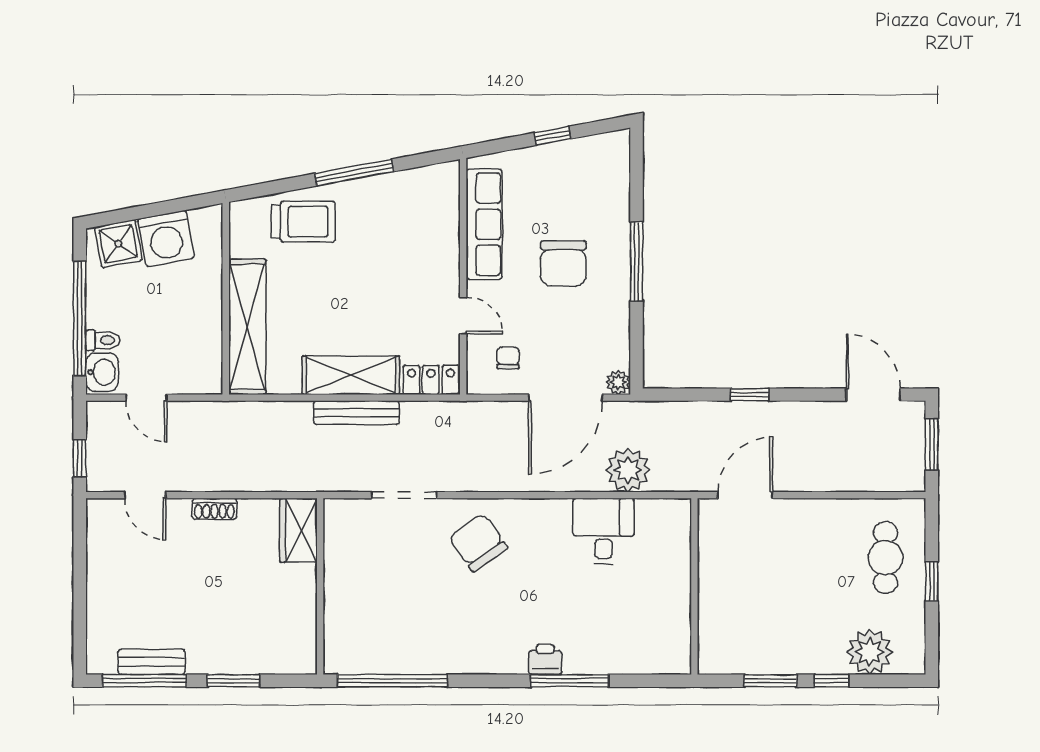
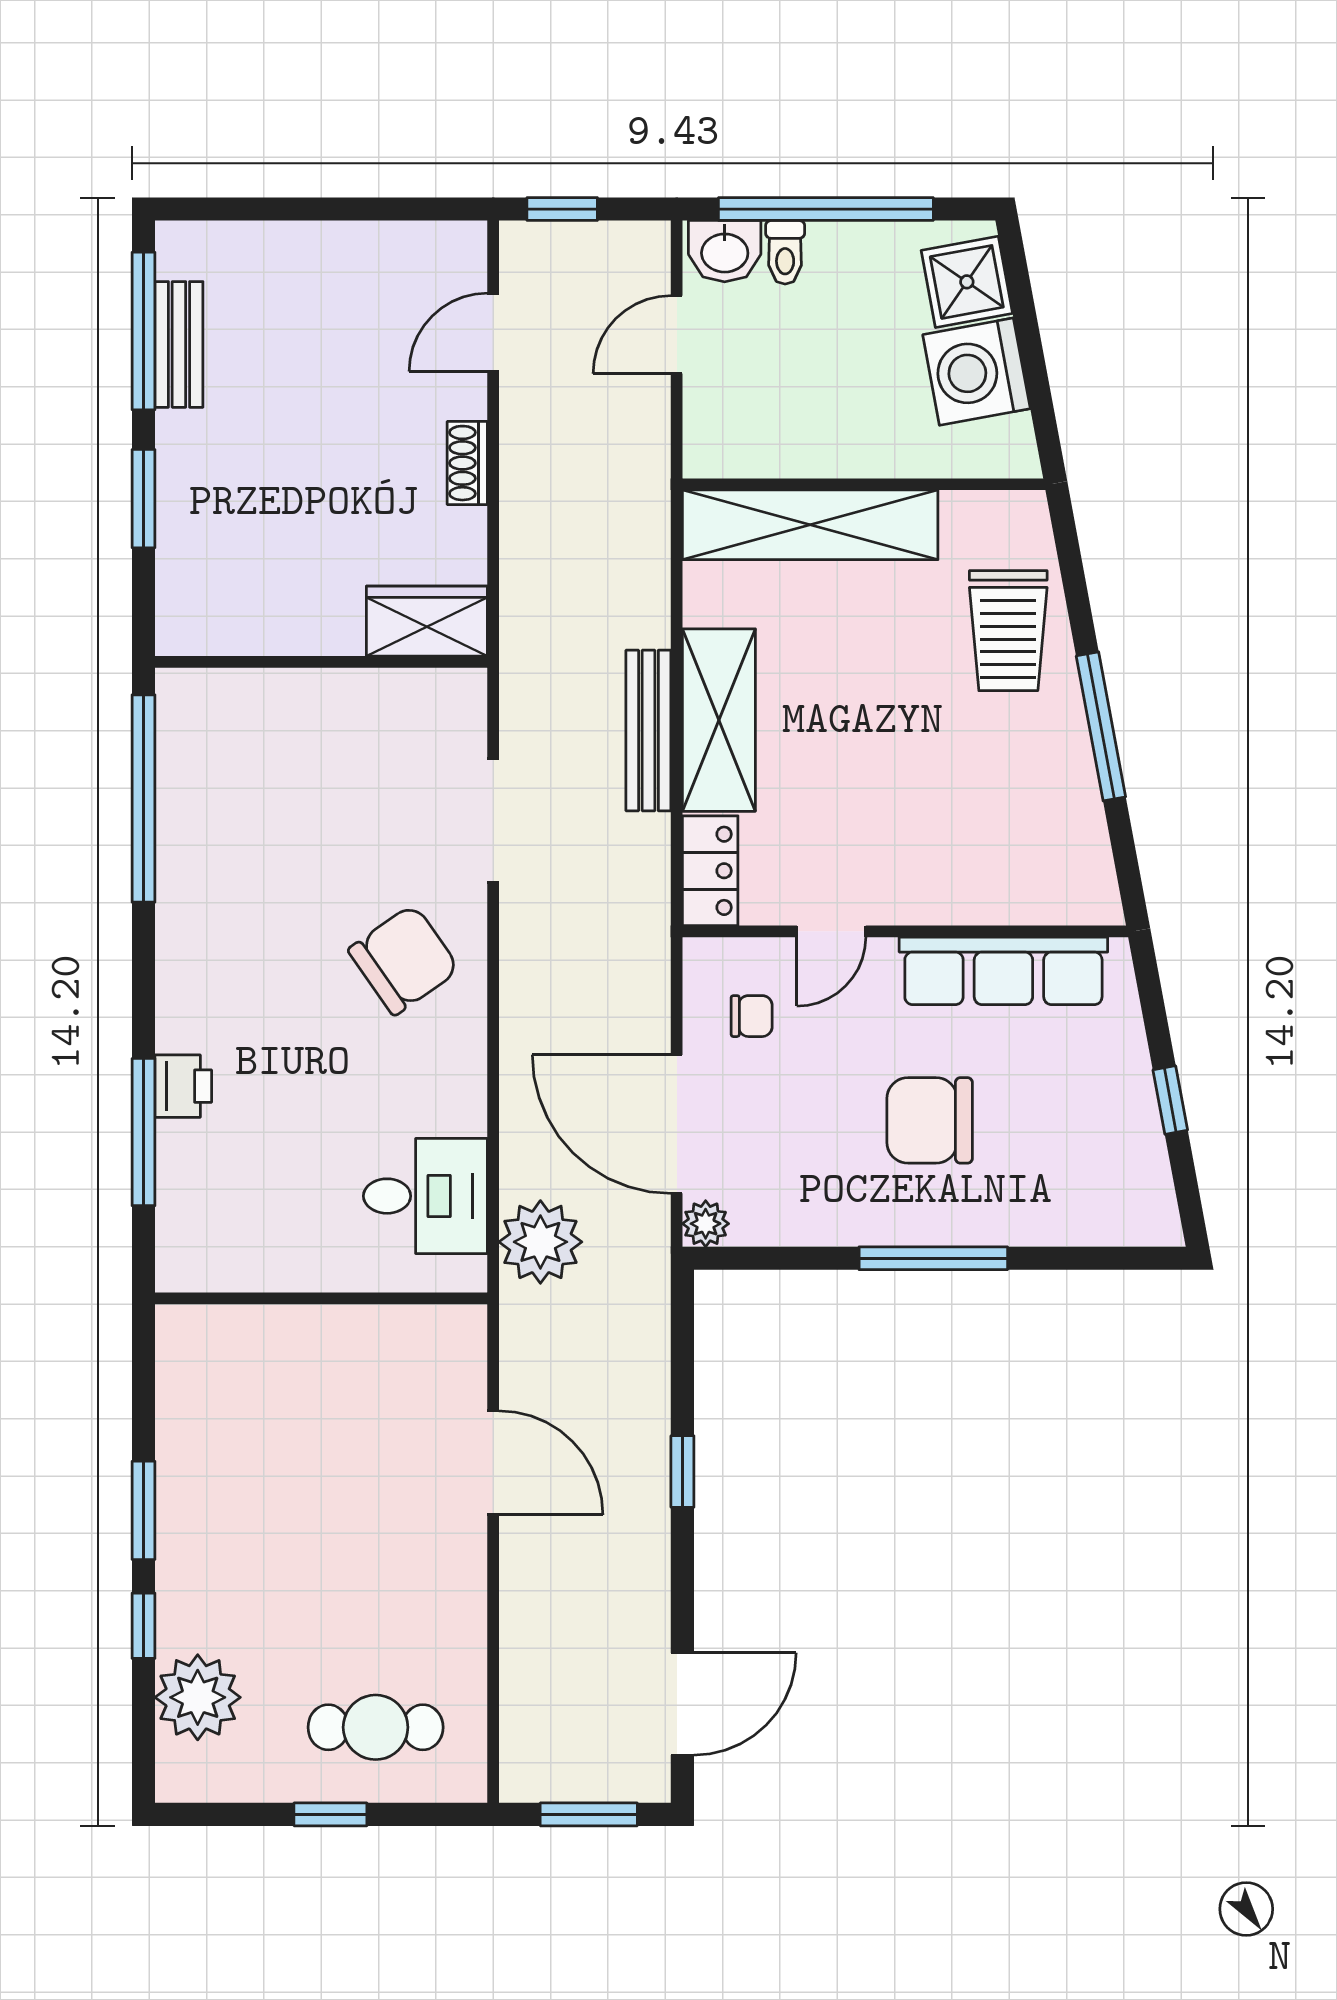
wall: (694, 586) -> (321, 1298), moved

